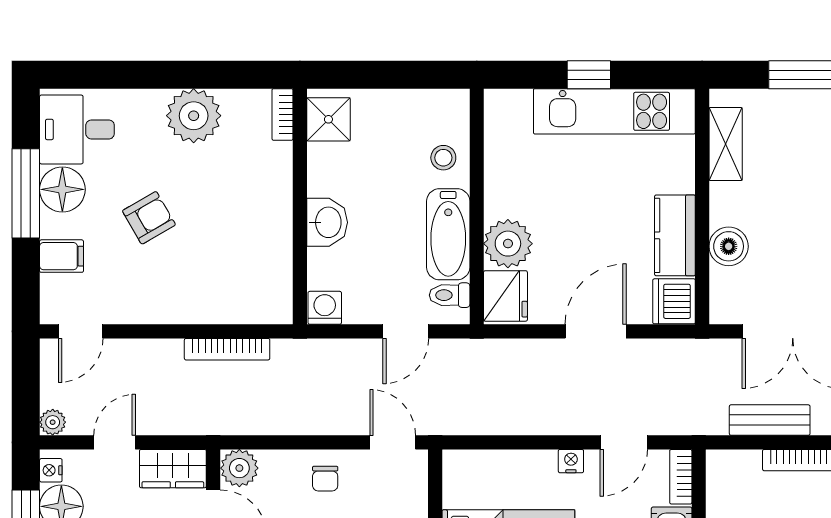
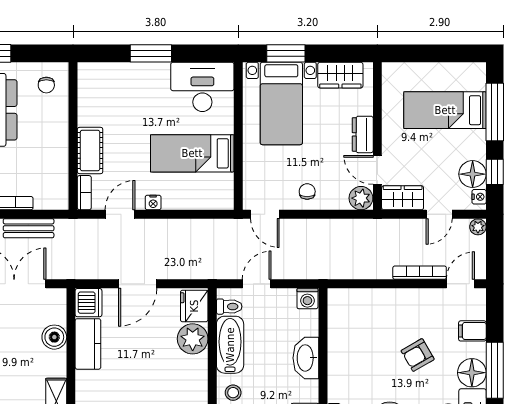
washbasin: (327, 222) -> (306, 358), width x1.38
bookcase: (227, 349) -> (420, 273), moved

